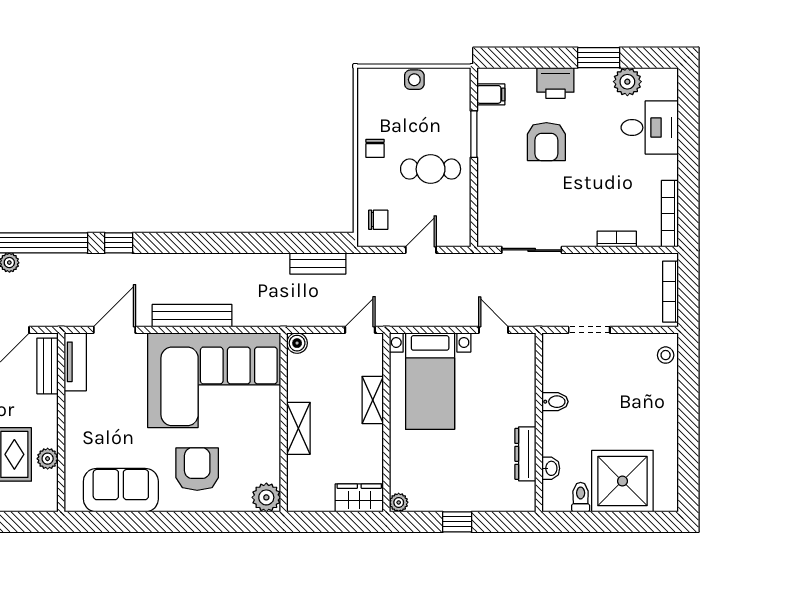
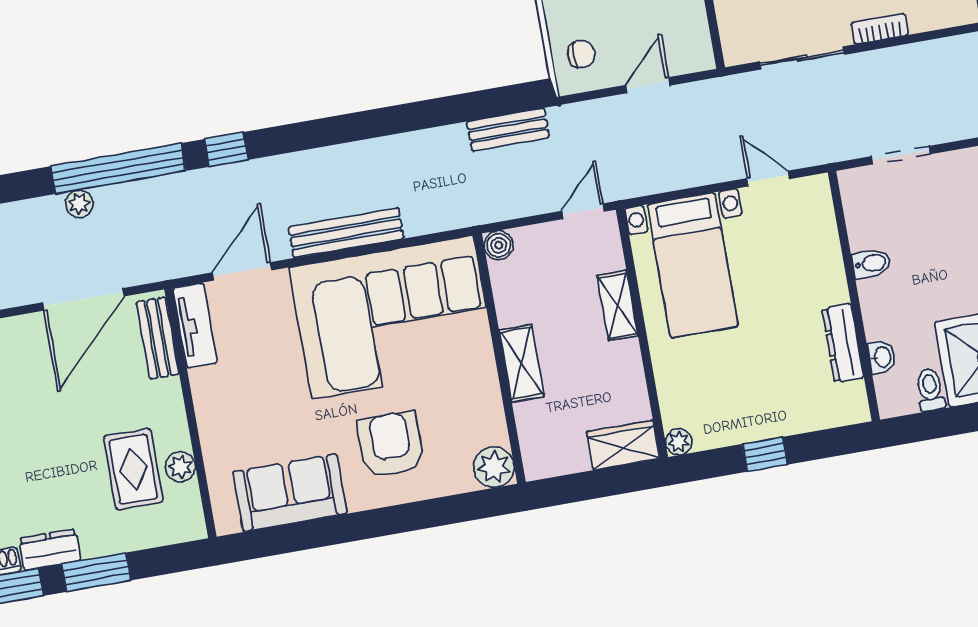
bookcase: (617, 239) -> (880, 29), moved

